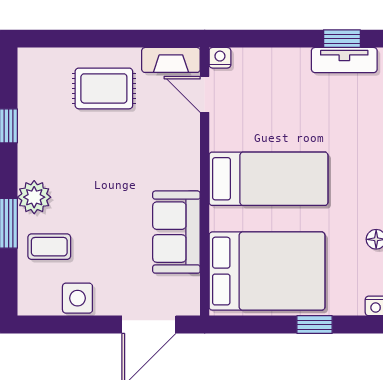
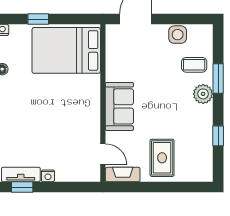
nightstand: (220, 58) -> (48, 176), moved
rug: (104, 88) -> (162, 158), turned 90
bed: (268, 179) -> (65, 105), removed
sofa: (176, 232) -> (119, 106), moved

